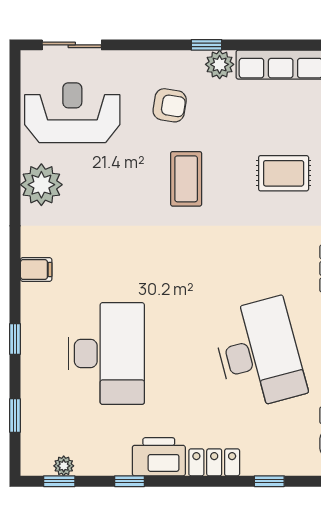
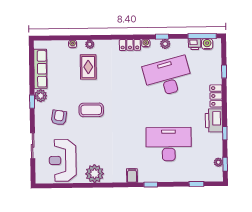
sliding door: (72, 45) -> (33, 146), moved
window: (15, 339) -> (151, 185), moved

